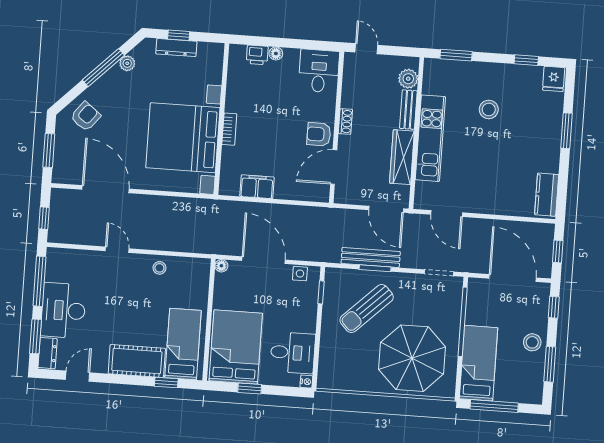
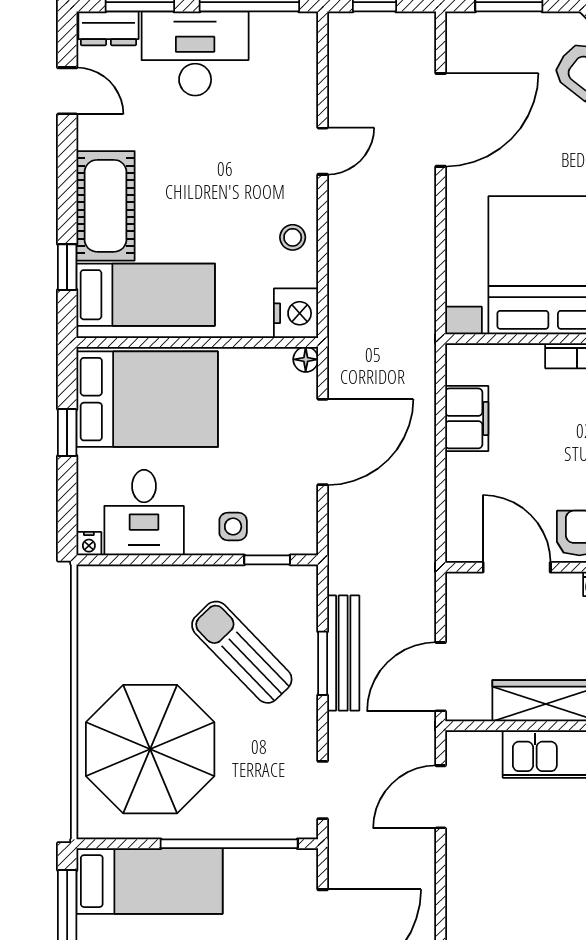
nightstand: (198, 269) -> (296, 313), added
side table: (300, 274) -> (233, 527), moved

